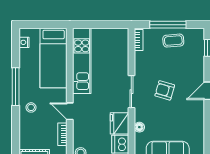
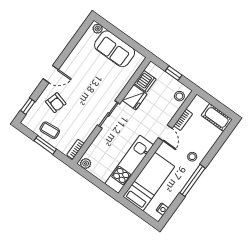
window: (168, 25) -> (45, 145), width x0.69
plant: (121, 34) -> (86, 164), added
armchair: (165, 90) -> (56, 103), moved
floor lamp: (139, 127) -> (122, 84), removed

